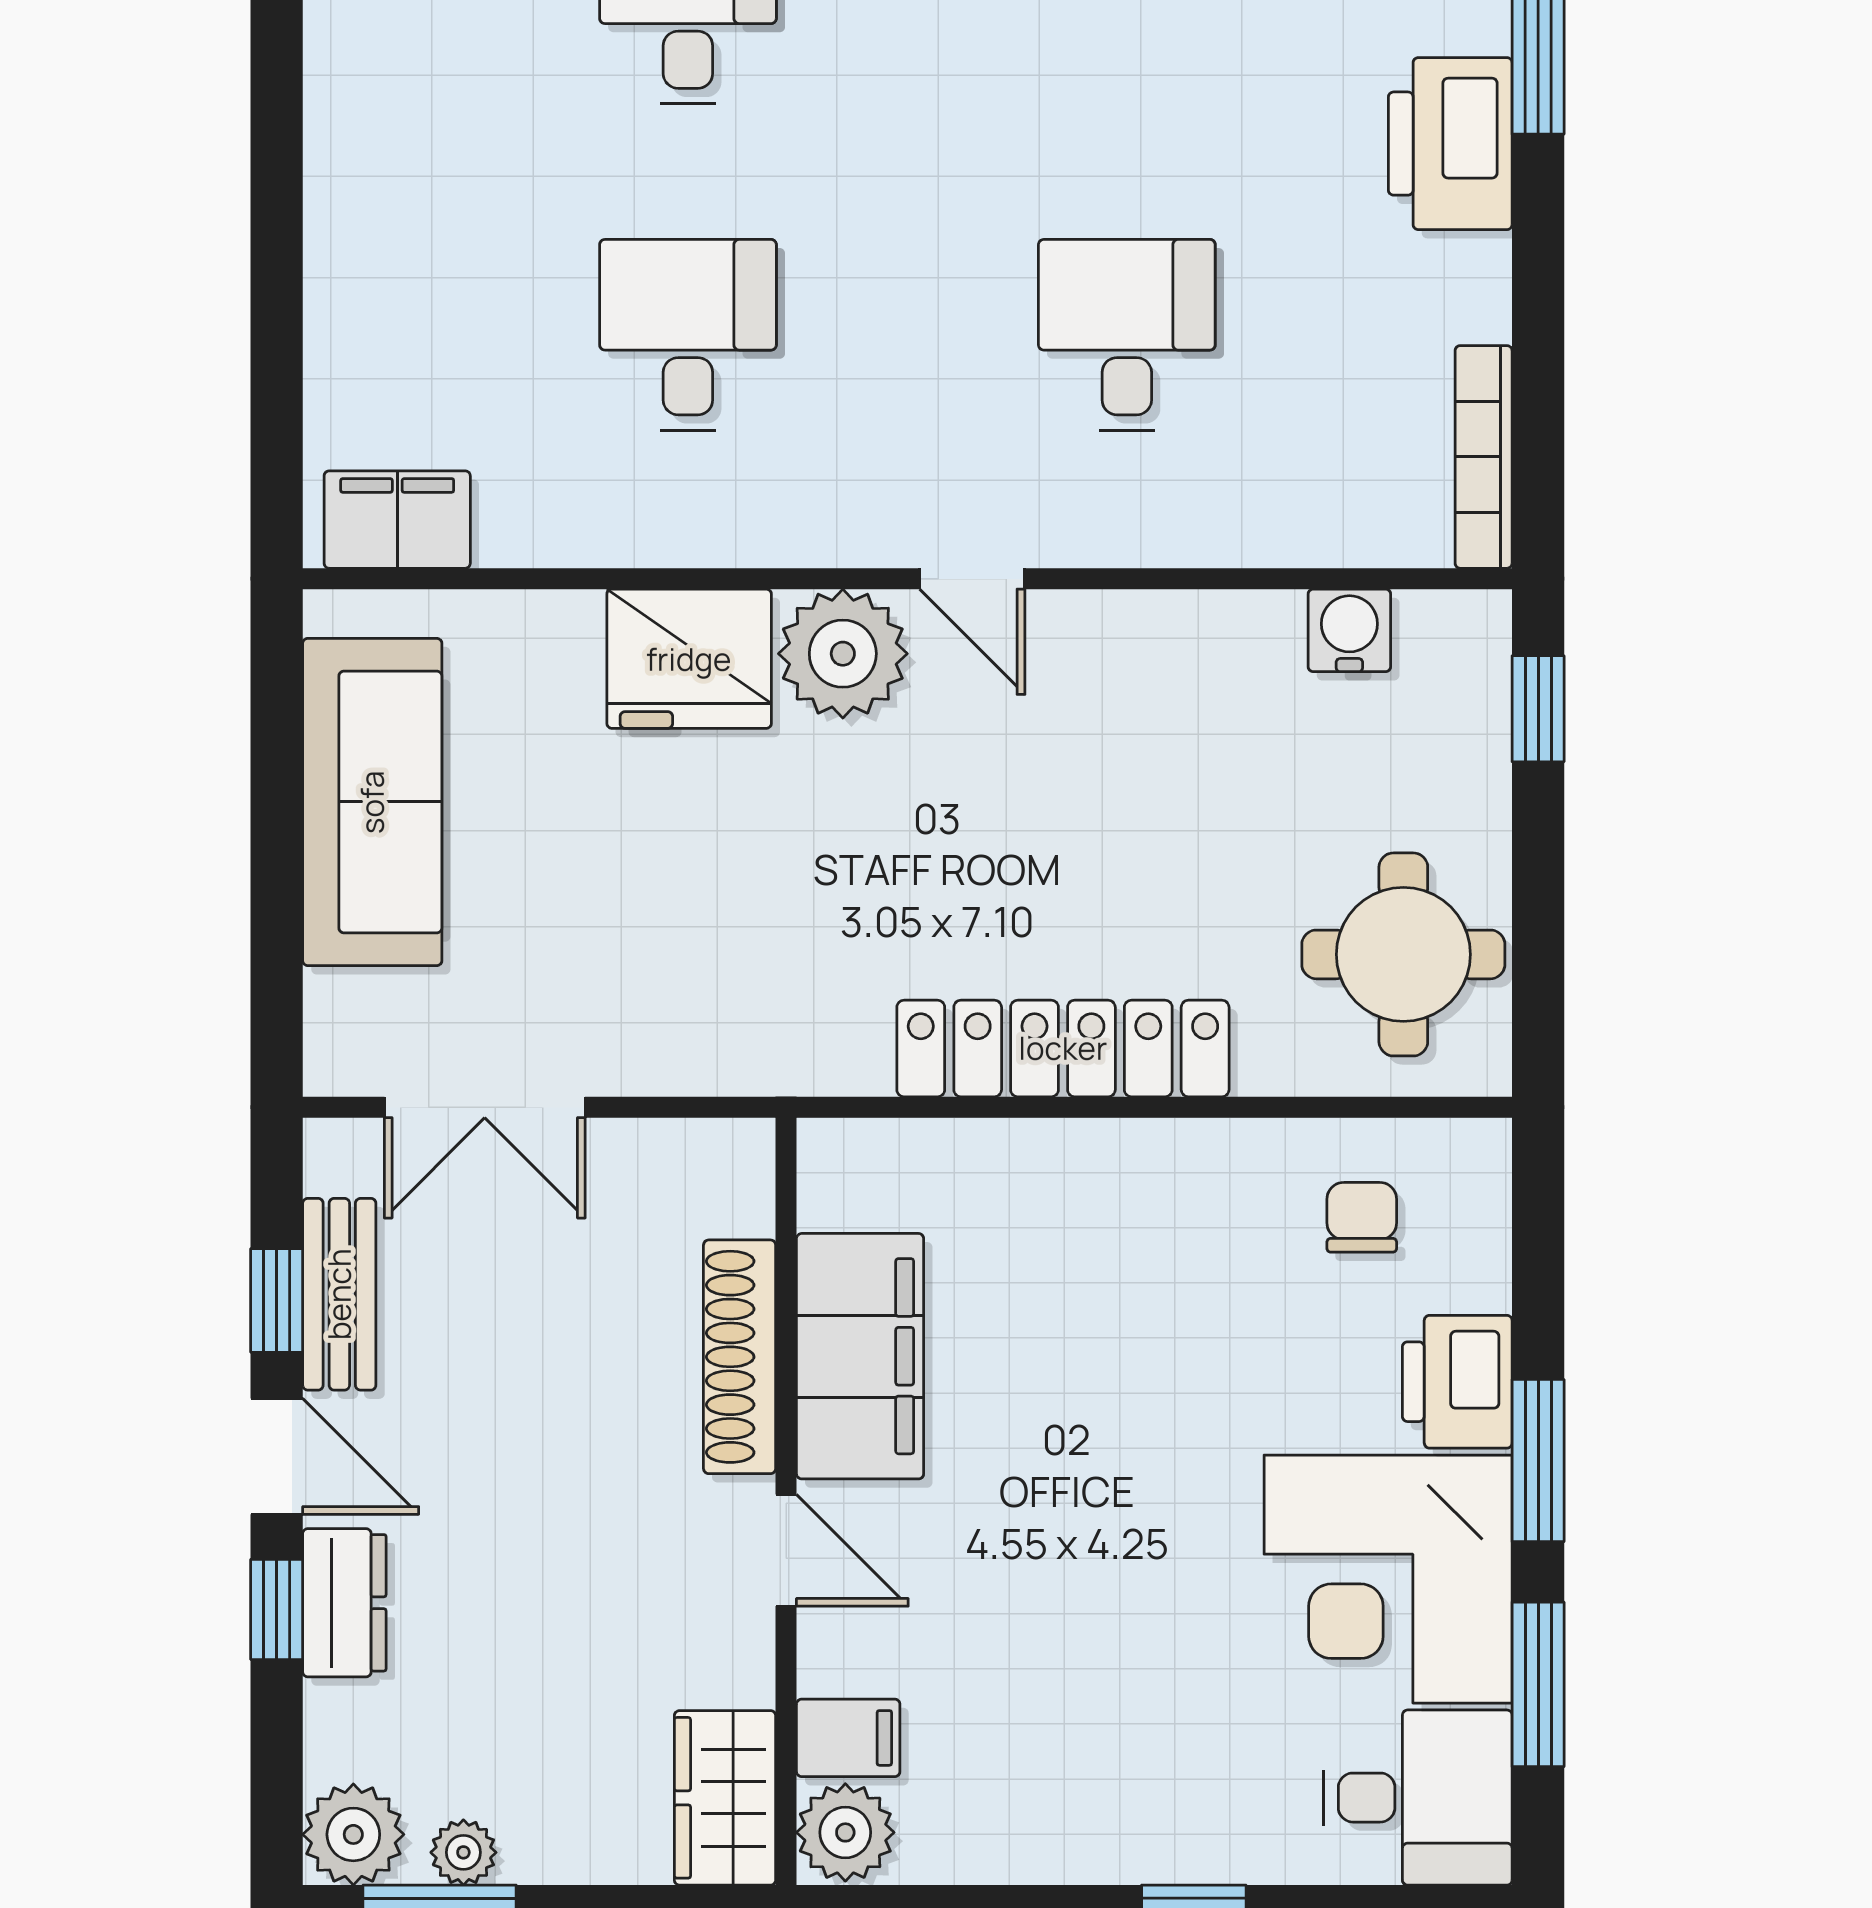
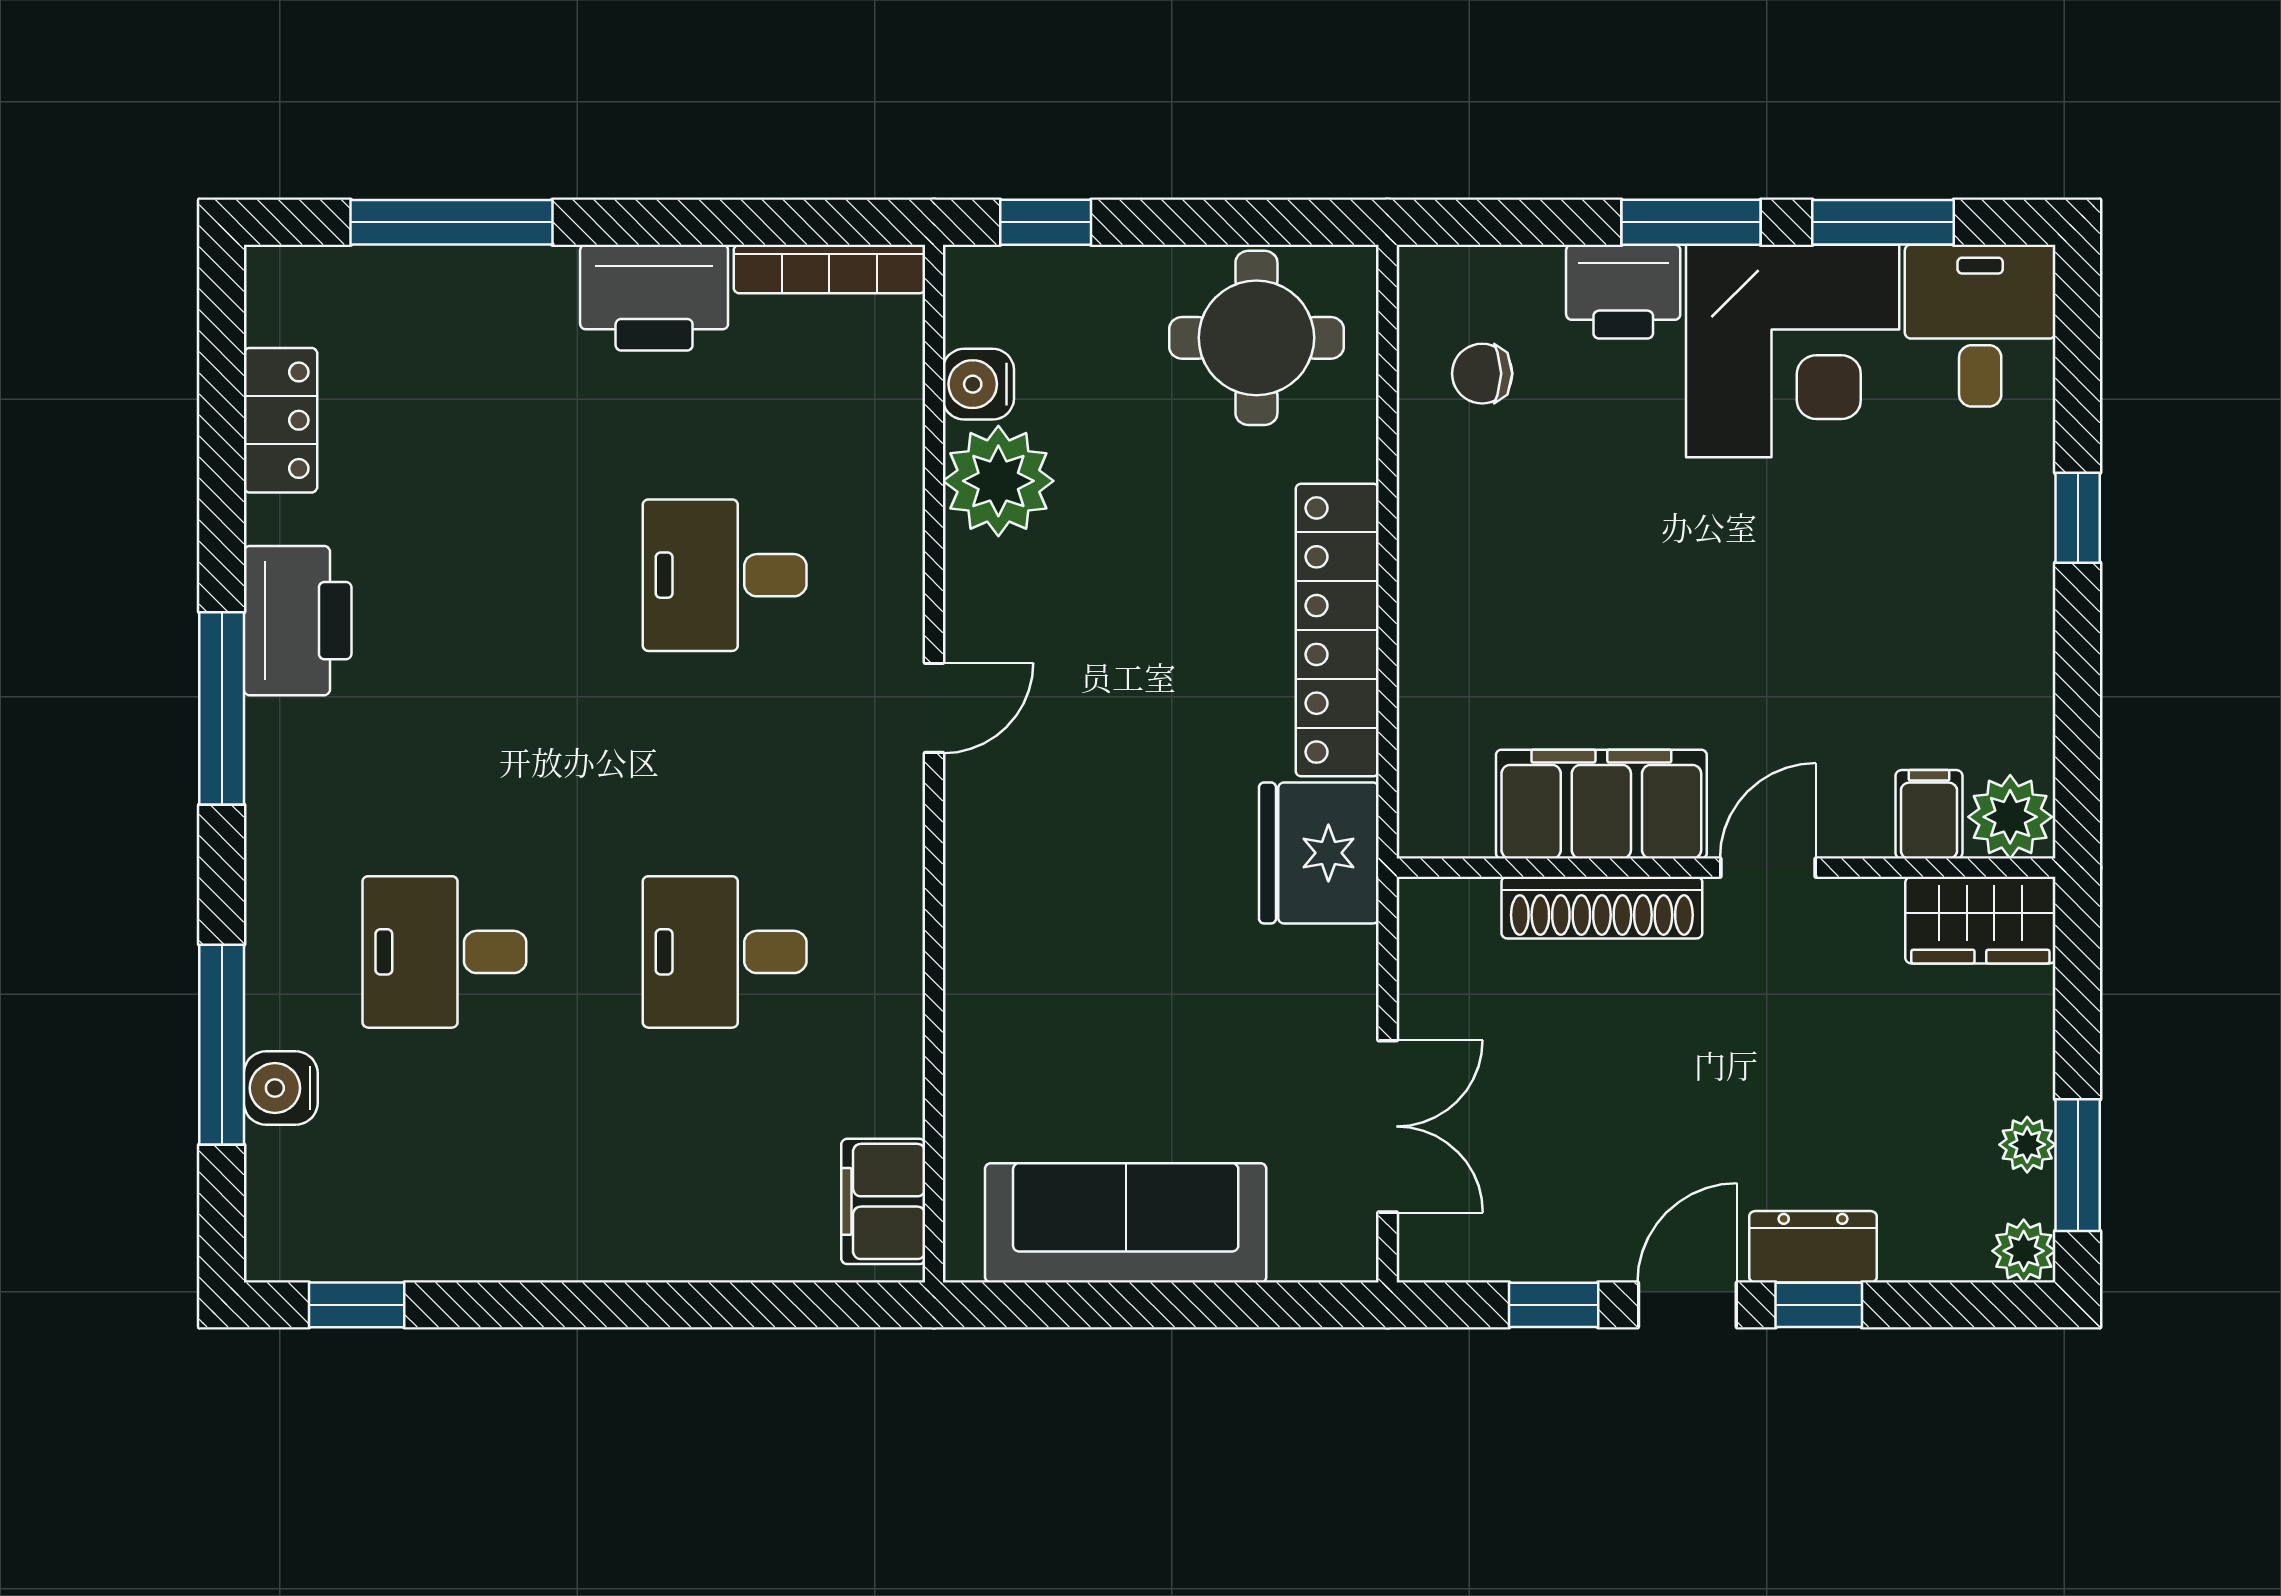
printer: (1450, 144) -> (654, 298), moved
plant: (843, 654) -> (998, 481), moved
fridge: (689, 659) -> (1319, 853), moved, turned 180
bench: (339, 1294) -> (1548, 1251), removed
plant: (353, 1834) -> (2024, 1251), width x0.73, depth x0.73

